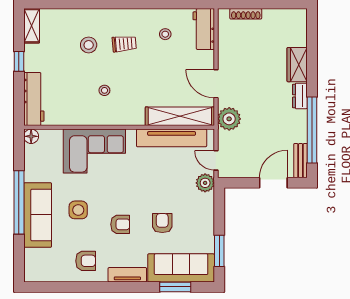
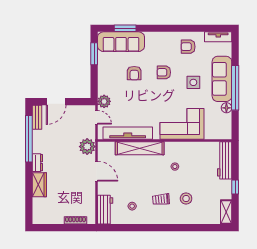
shelving: (180, 116) -> (140, 148), moved
floor lamp: (31, 136) -> (226, 108), moved
tv unit: (127, 275) -> (218, 37), moved

